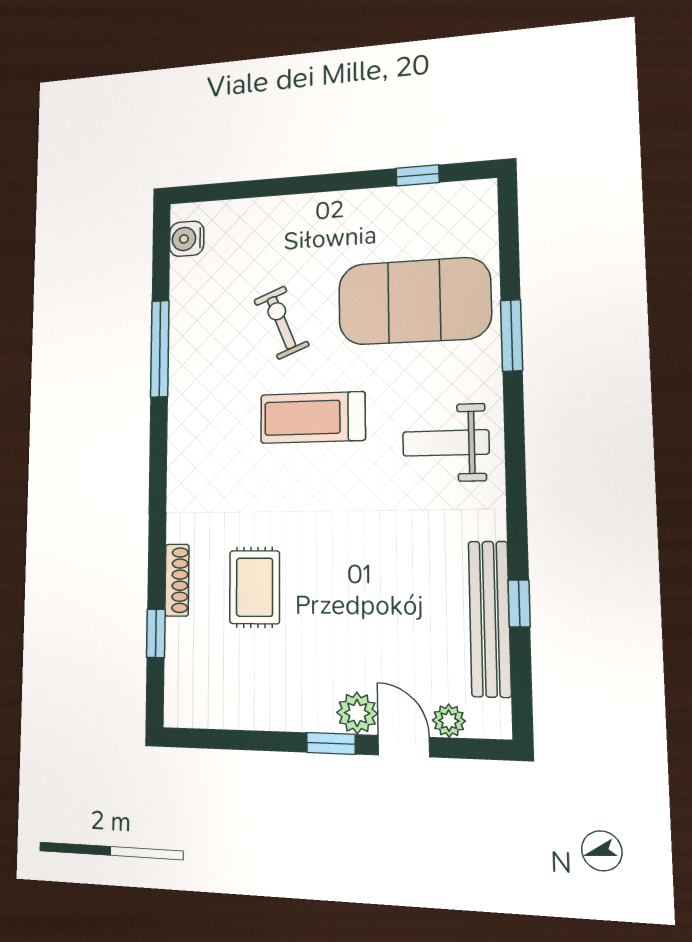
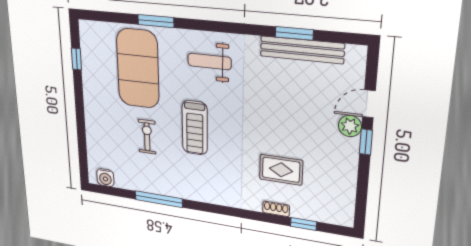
exercise bike: (281, 323) -> (147, 137), turned 112
weight bench: (446, 443) -> (209, 61), turned 90
shoe rack: (177, 580) -> (276, 209), width x0.70
window: (519, 603) -> (294, 33), width x1.50
plant: (449, 721) -> (356, 78), removed

